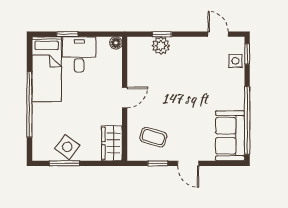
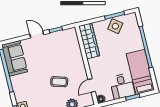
door: (125, 97) -> (92, 85), moved
coffee table: (153, 137) -> (59, 82), moved
wardrobe: (112, 143) -> (89, 41), width x1.50

